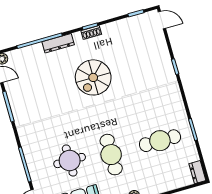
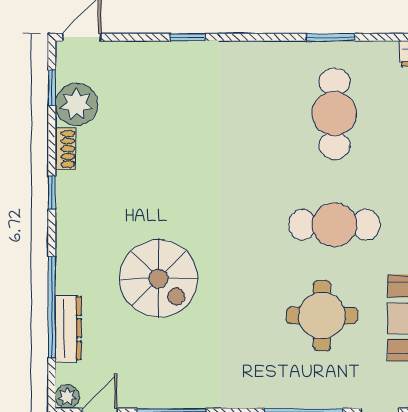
plant: (132, 26) -> (76, 104), added
shoe rack: (91, 32) -> (65, 149), moved
dresser: (58, 43) -> (68, 328), moved
spiral stairs: (93, 77) -> (158, 279), moved

